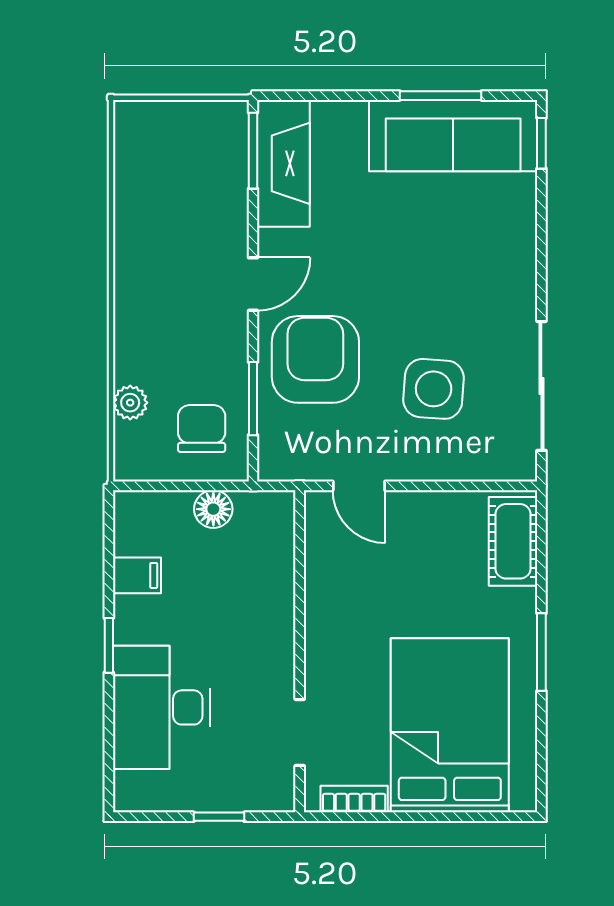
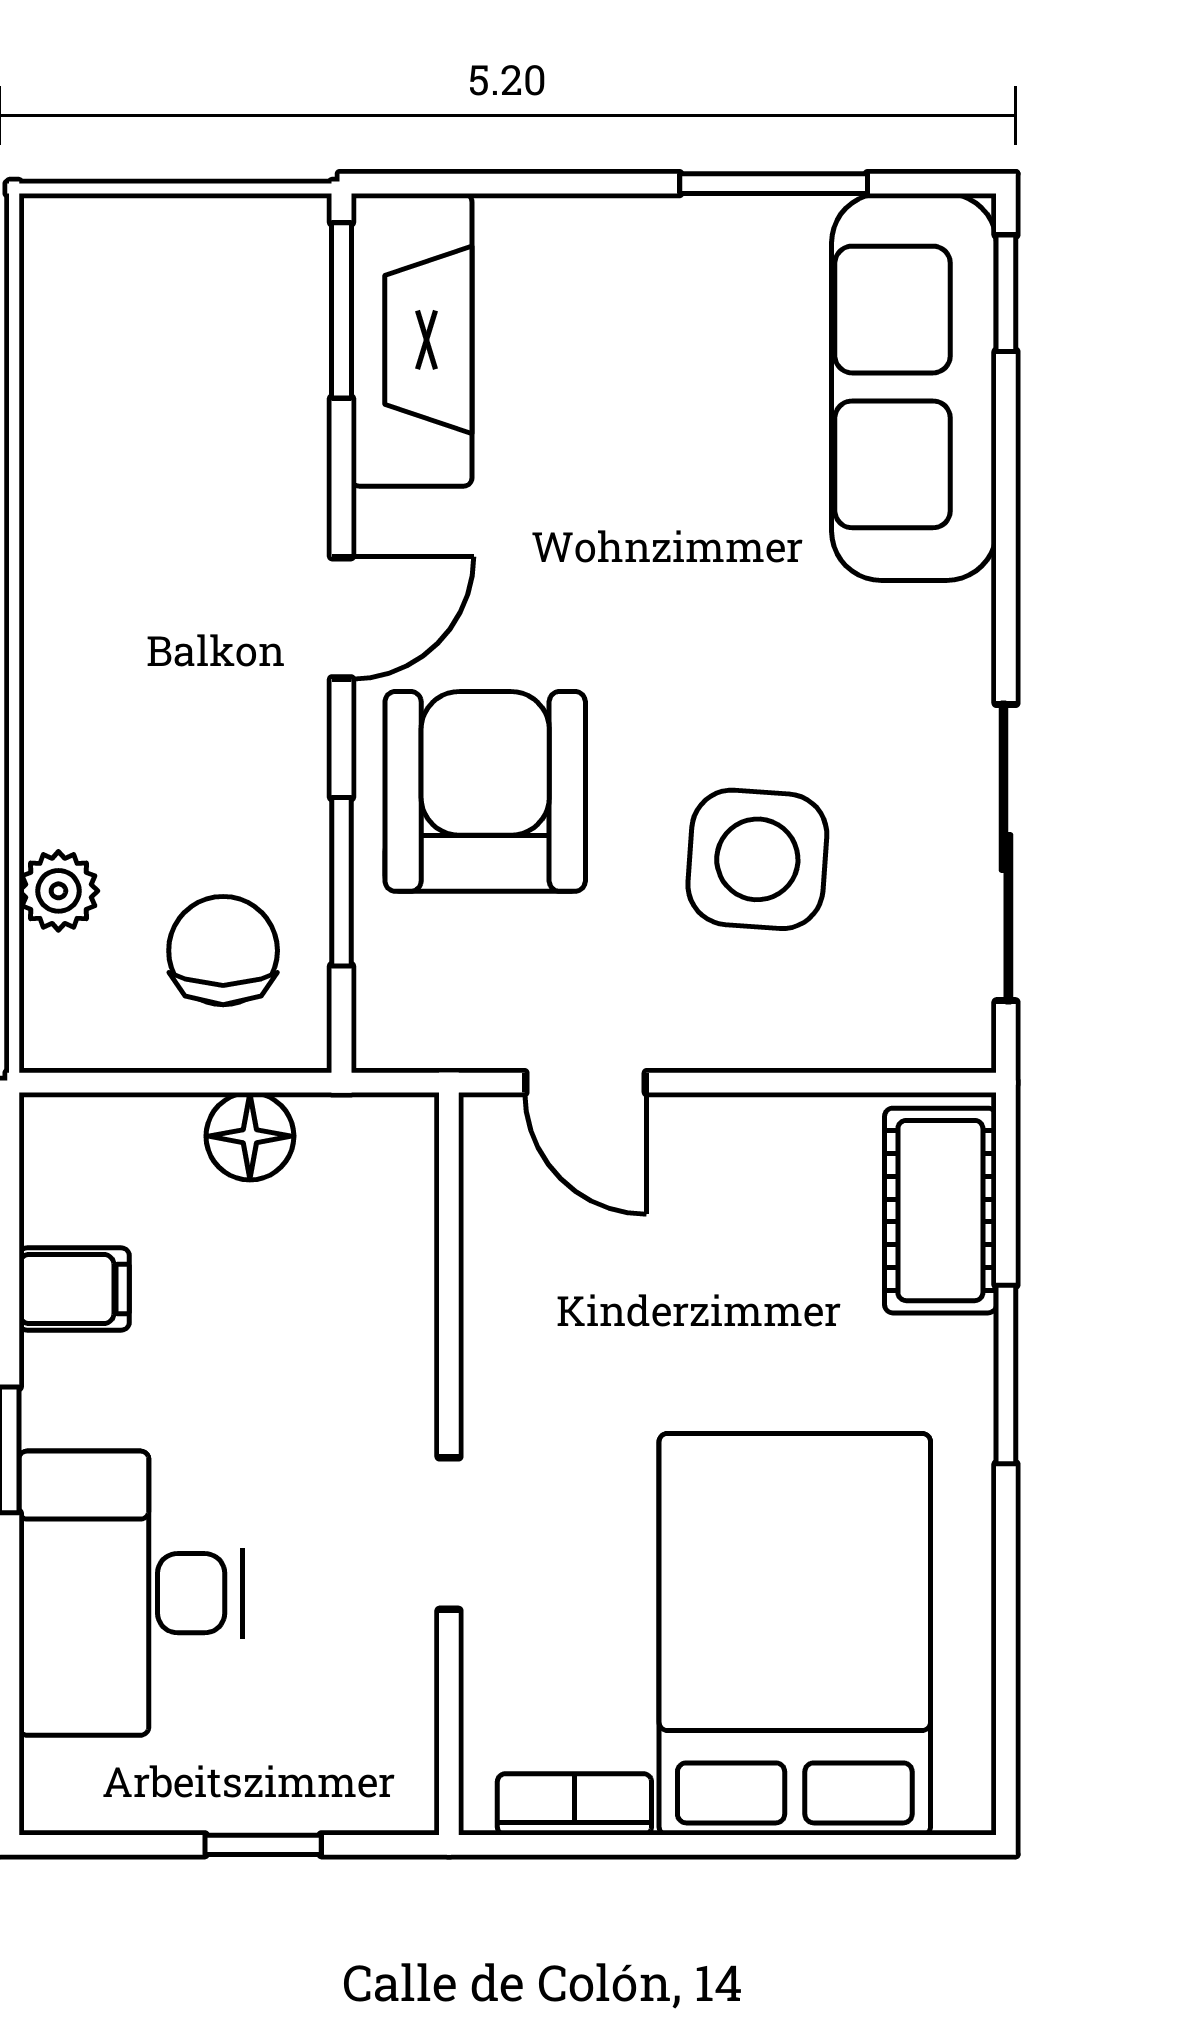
sofa: (453, 136) -> (914, 387), moved, turned 90
window: (541, 652) -> (1006, 1375), moved
doorway: (300, 732) -> (449, 1534), moved

